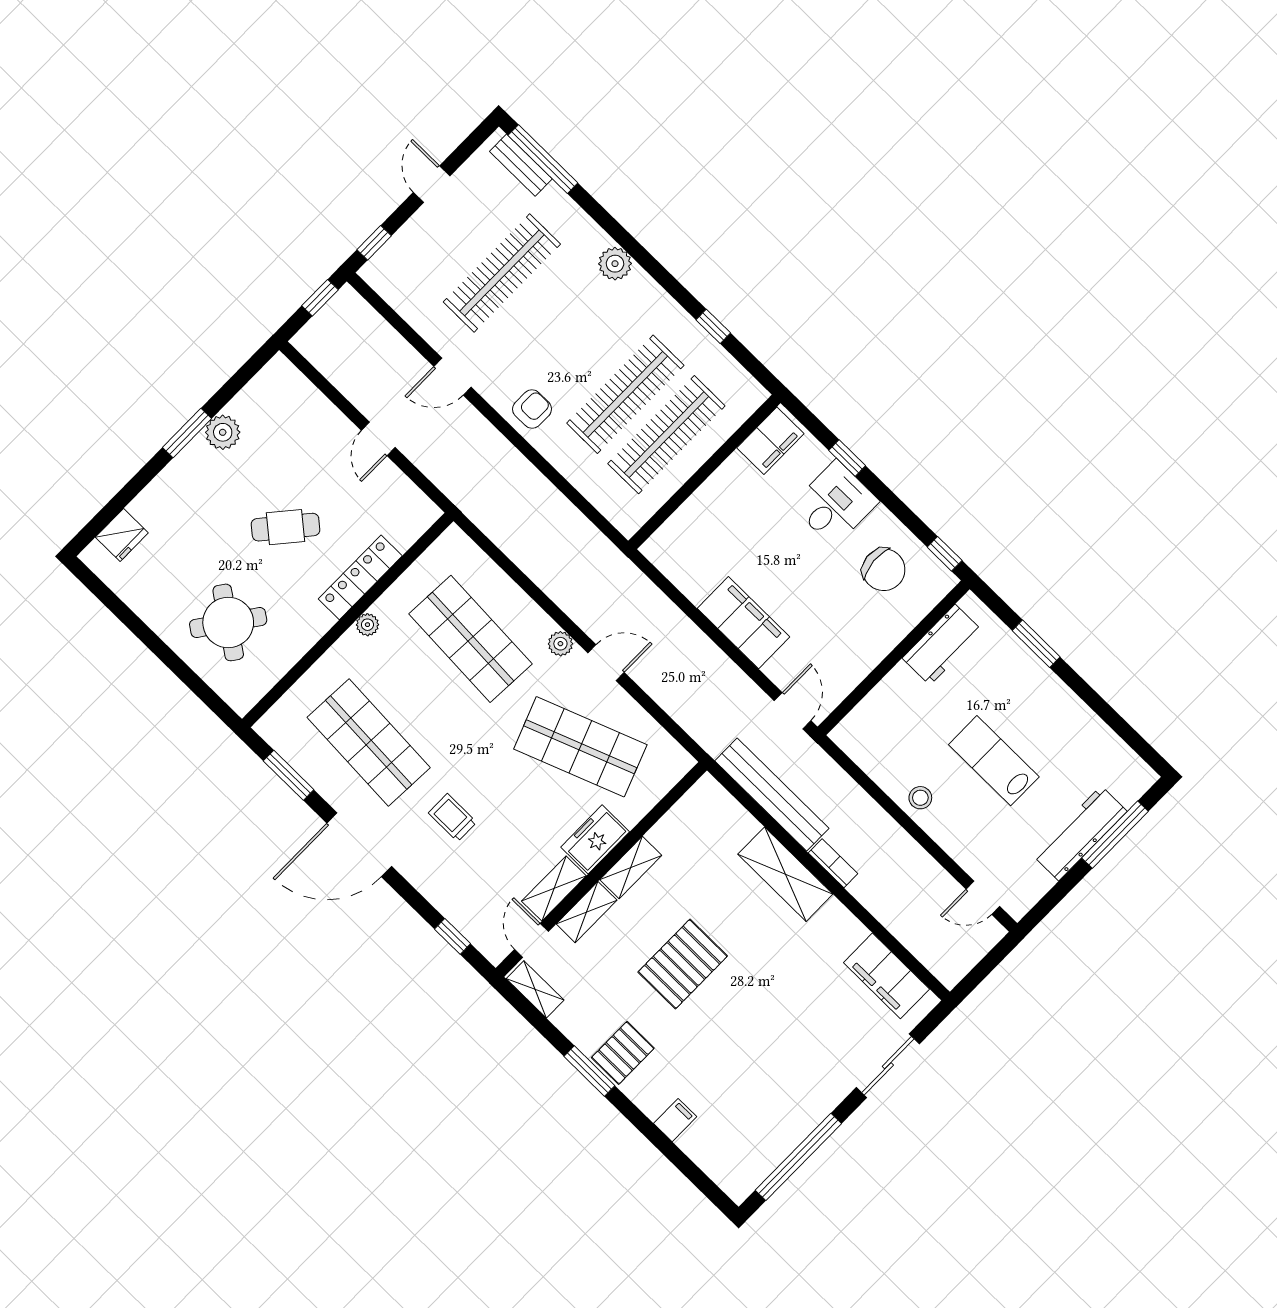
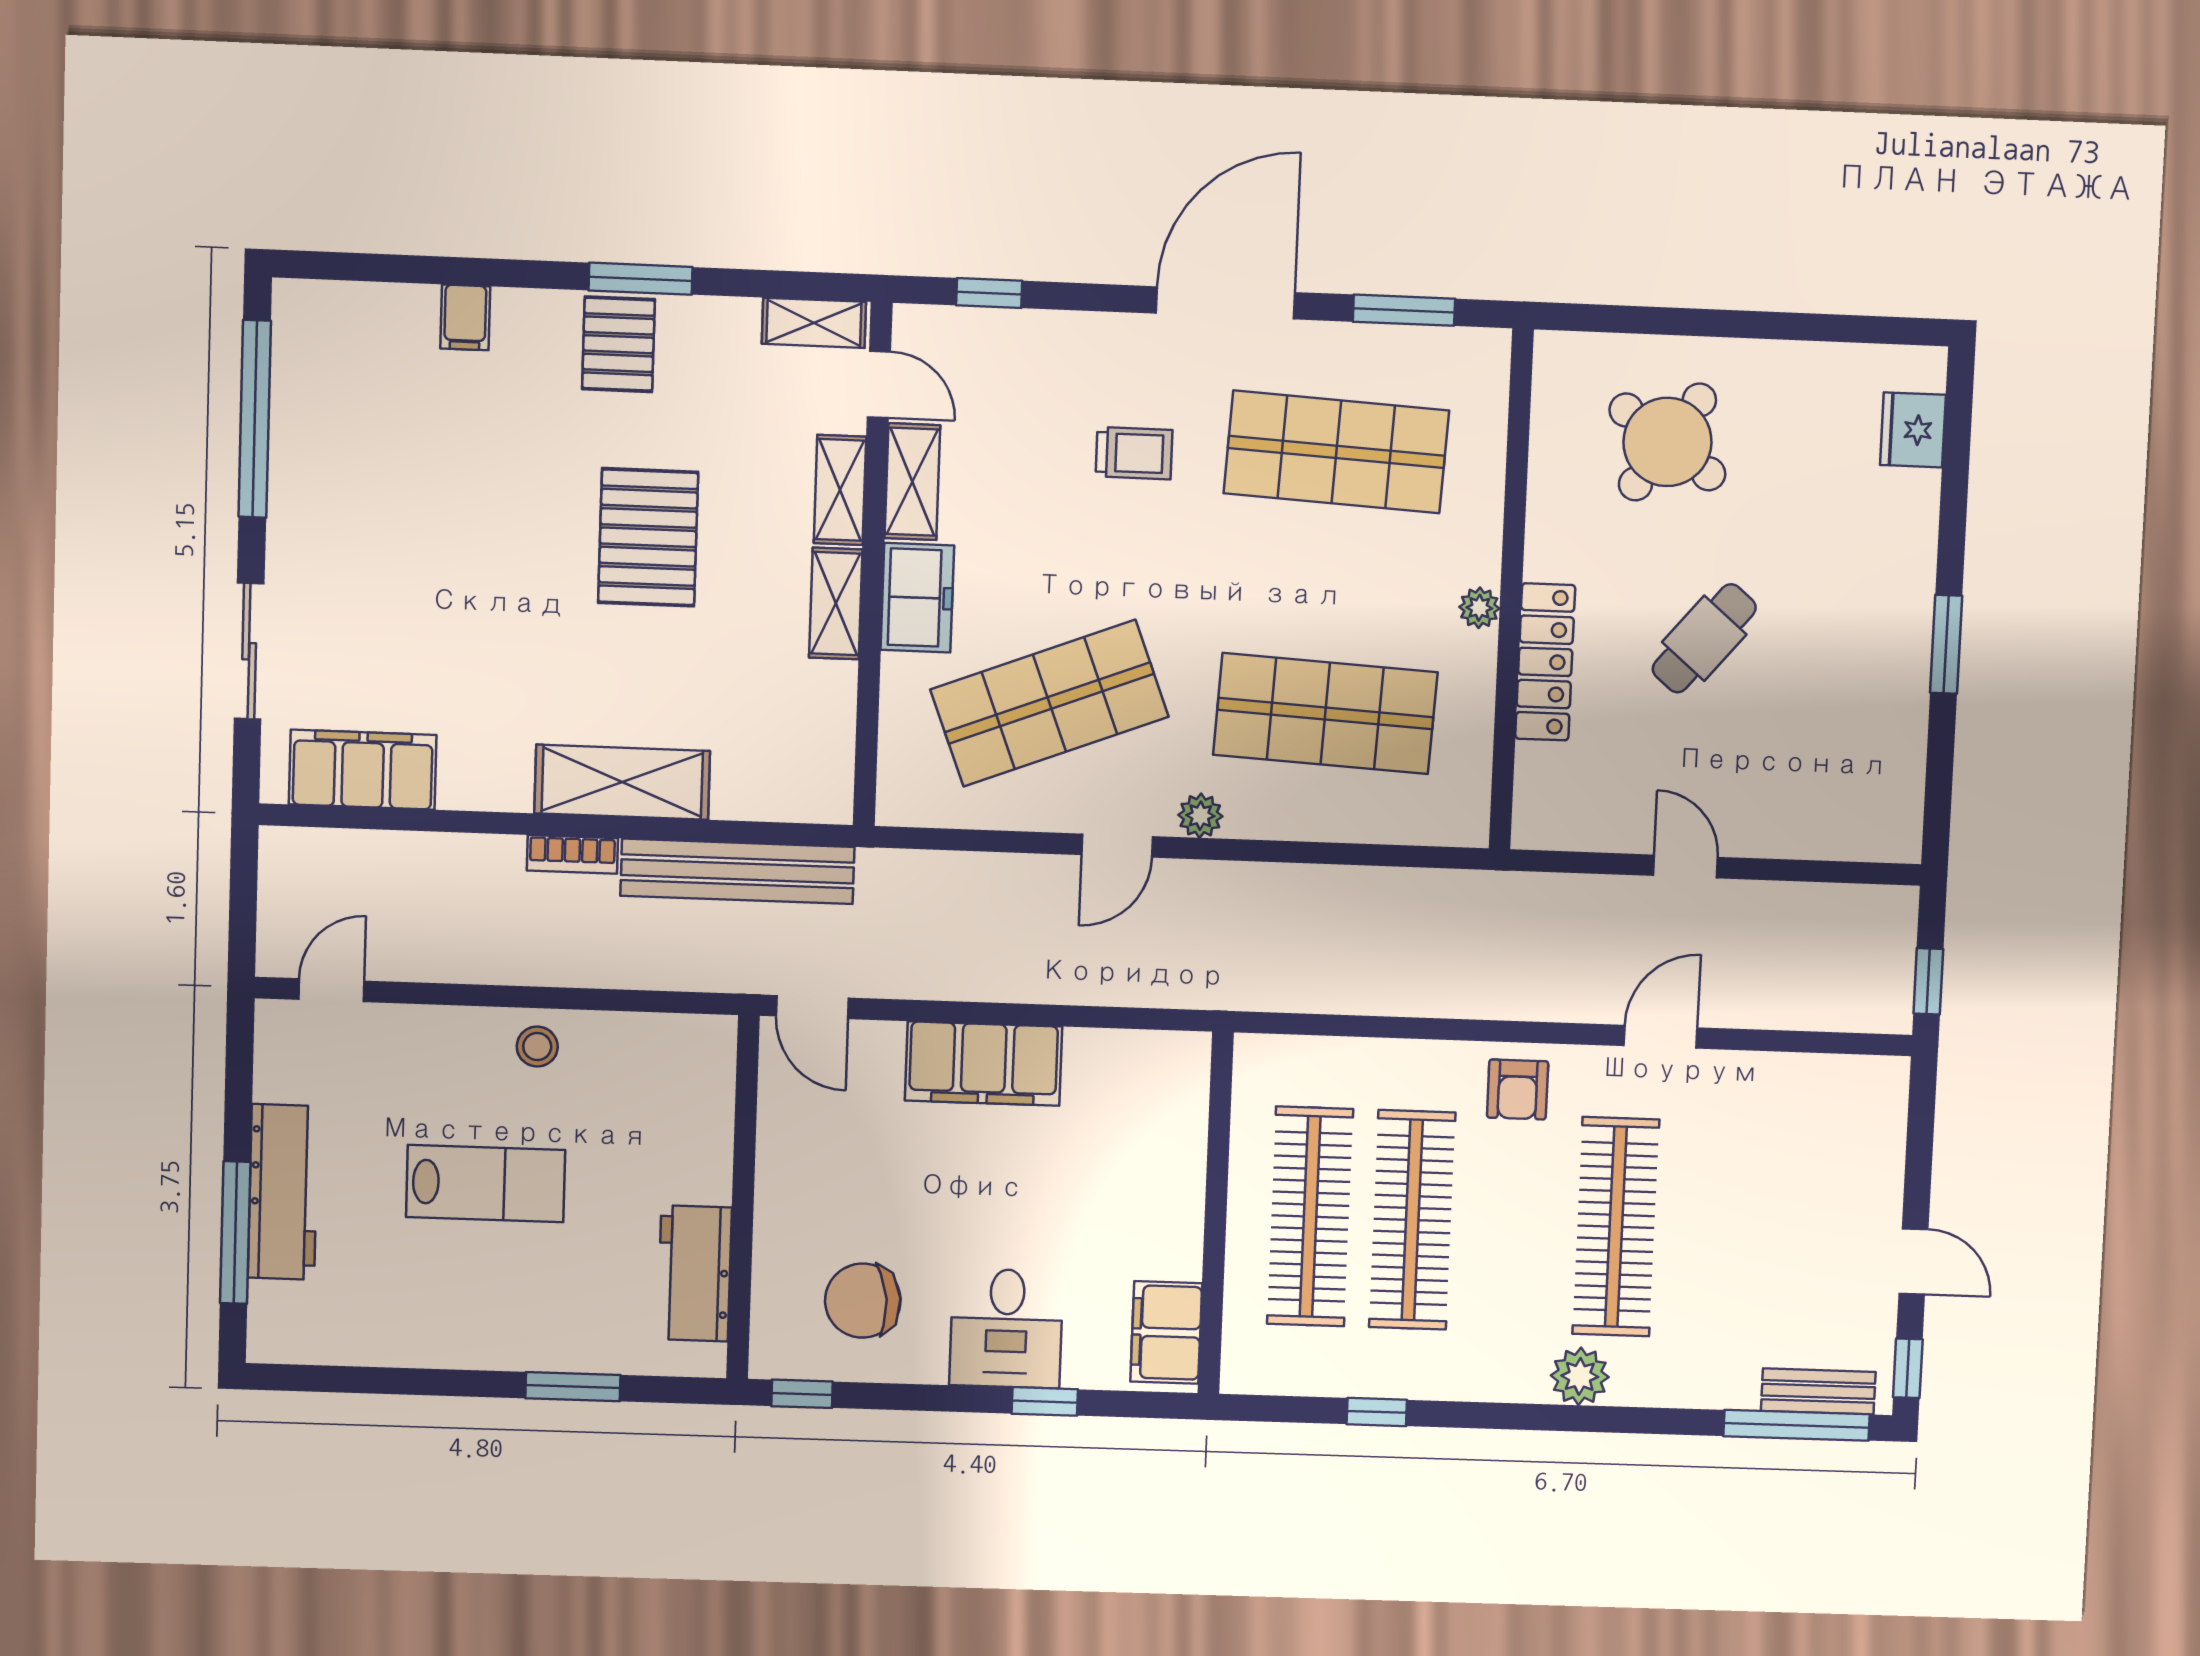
window: (374, 243) -> (1908, 1368), moved
clothes rail: (502, 273) -> (1616, 1227), moved
plant: (223, 432) -> (1900, 688), removed

